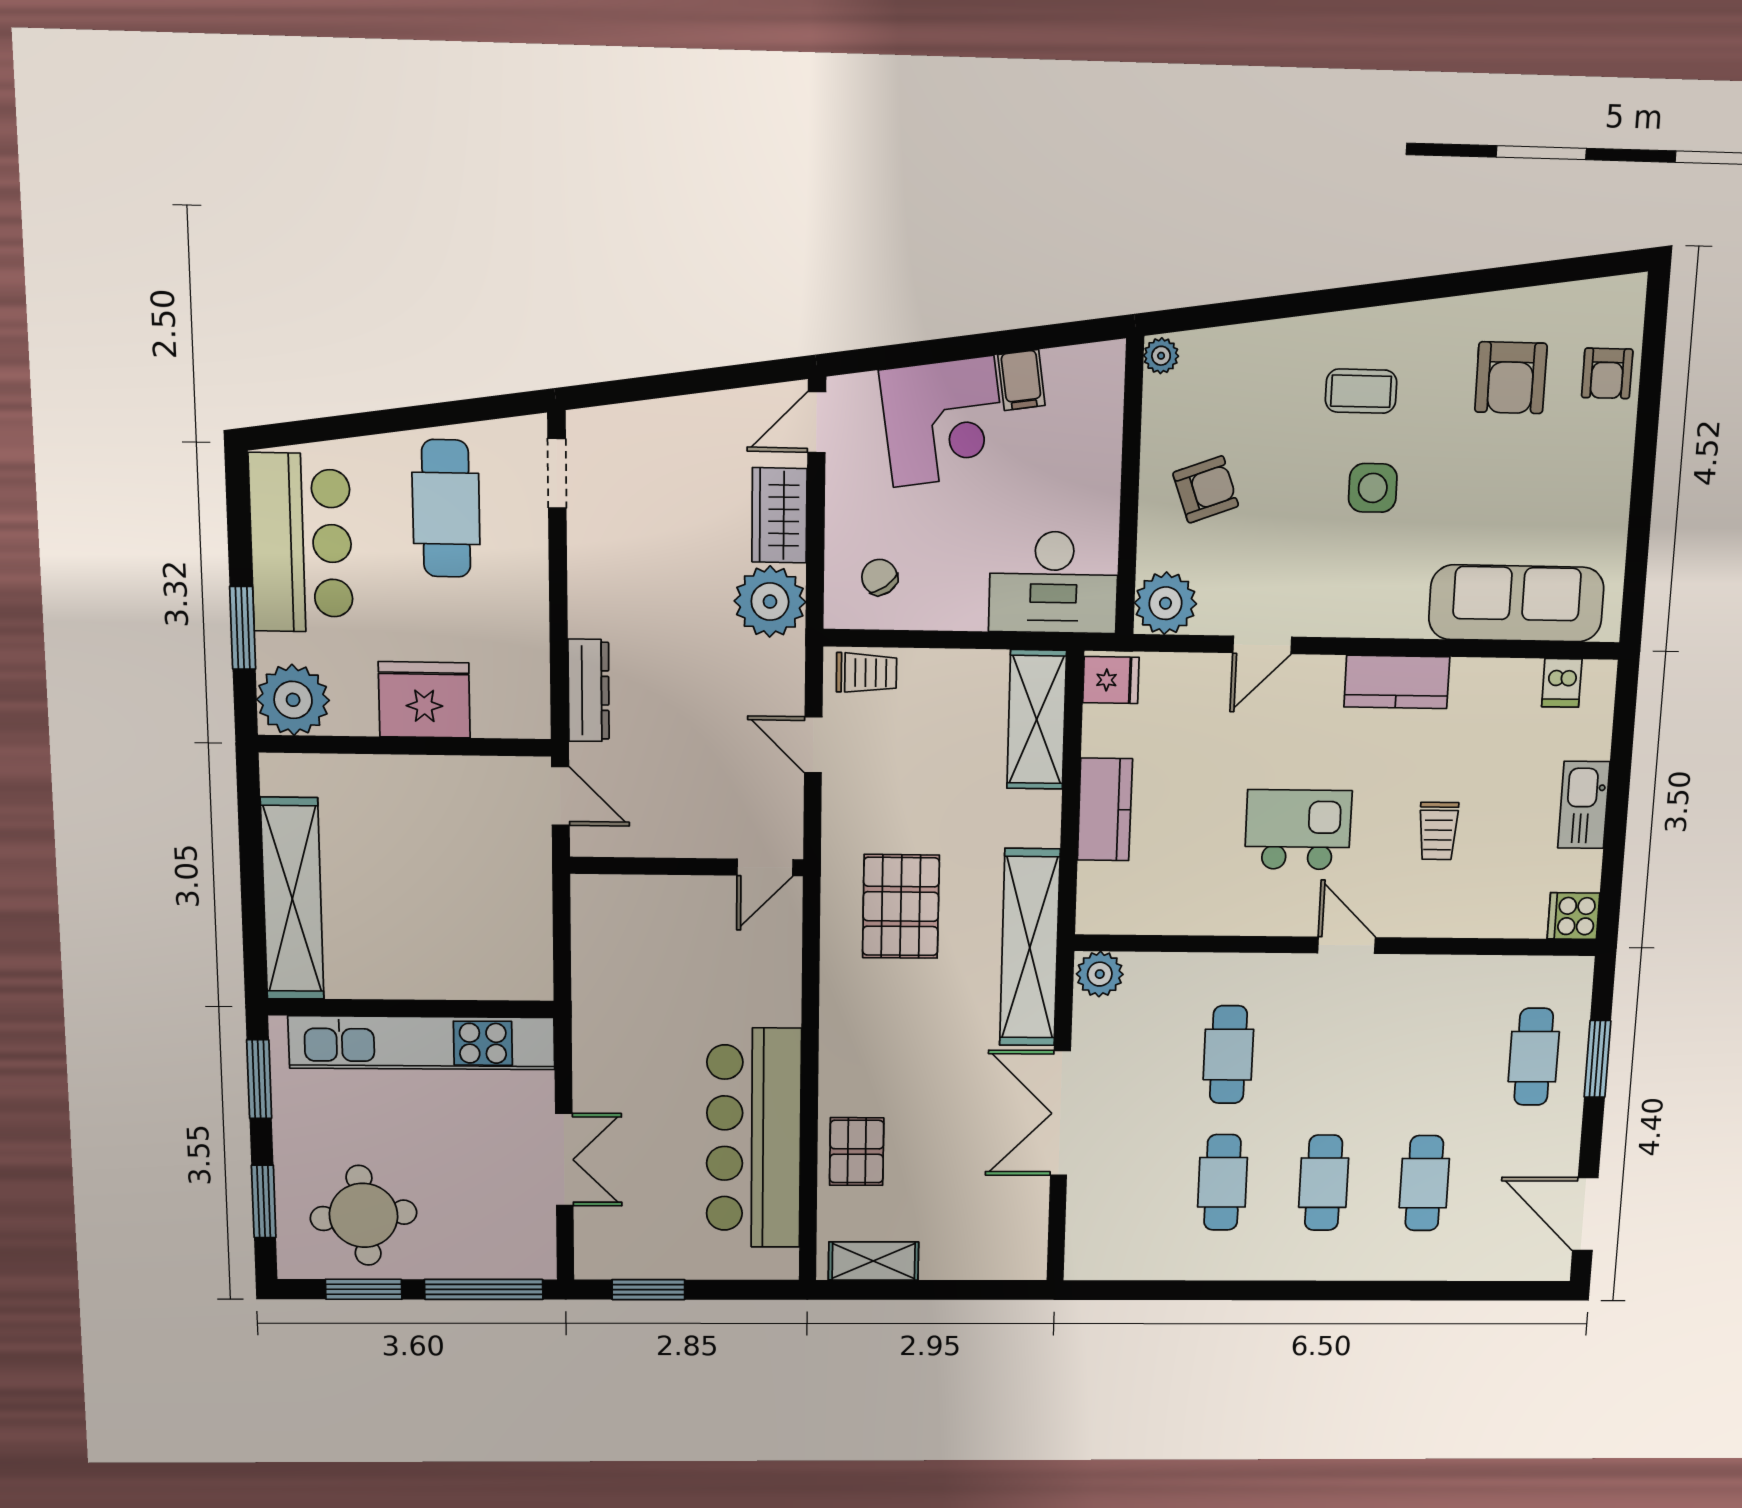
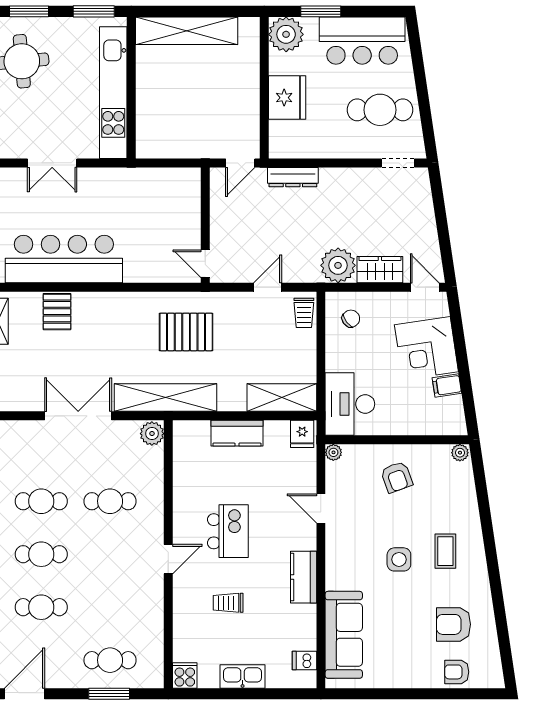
plant: (1165, 603) -> (333, 452), width x0.53, depth x0.53
pallet: (857, 1152) -> (57, 312), turned 90

